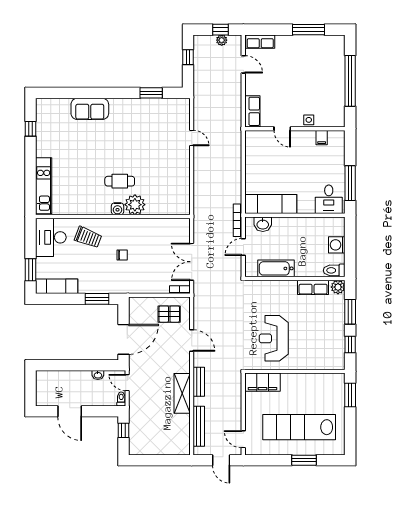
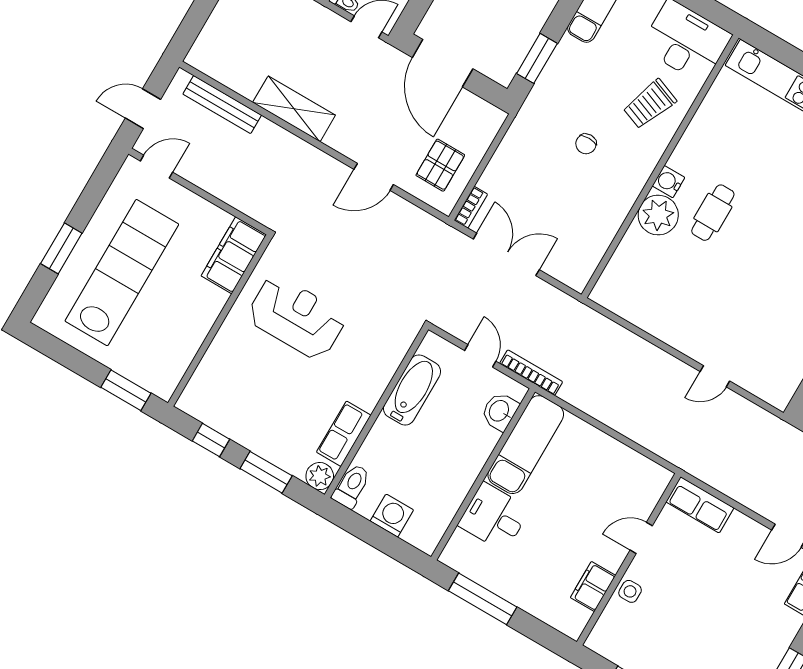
filing cabinet: (322, 138) -> (593, 587), width x2.00
desk: (329, 199) -> (494, 517), moved
bench: (199, 382) -> (297, 148), removed

